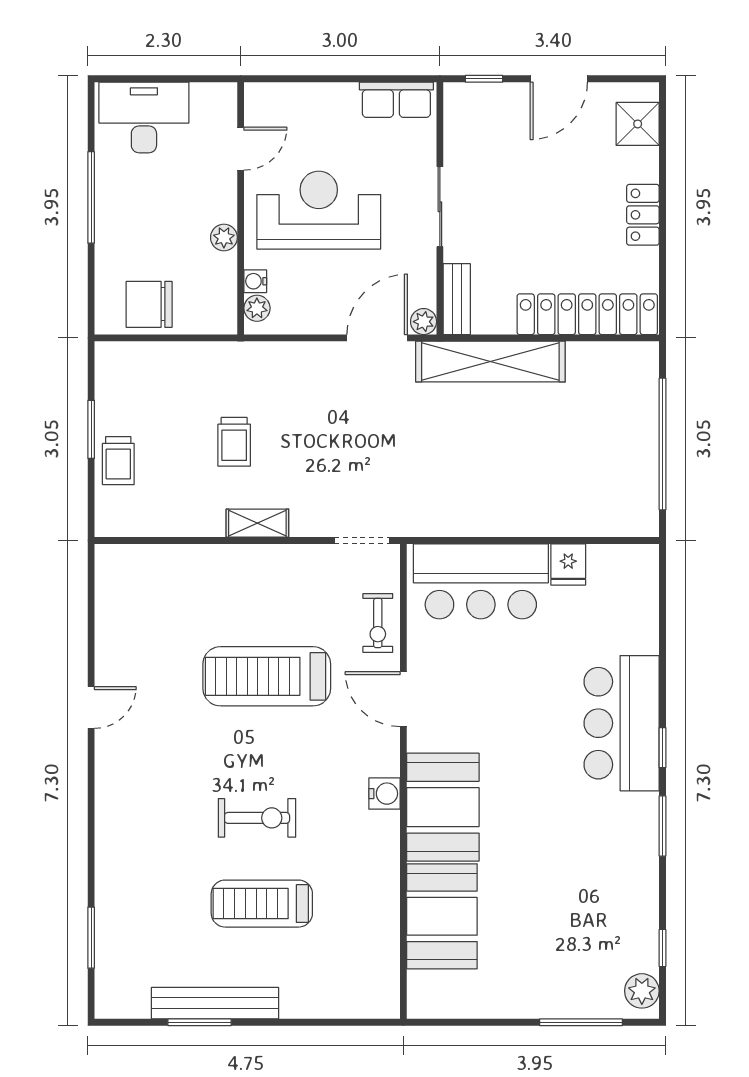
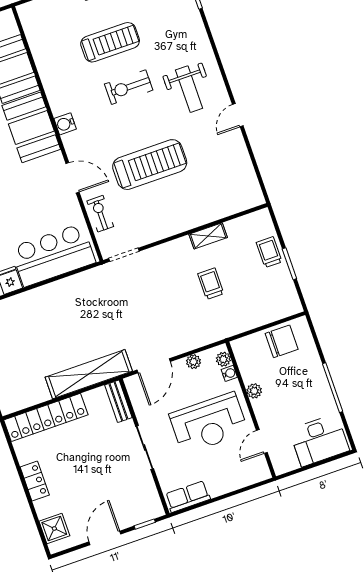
plant: (424, 322) -> (194, 362), moved
shelving: (257, 523) -> (208, 236), moved
weight bench: (157, 779) -> (189, 89), added

